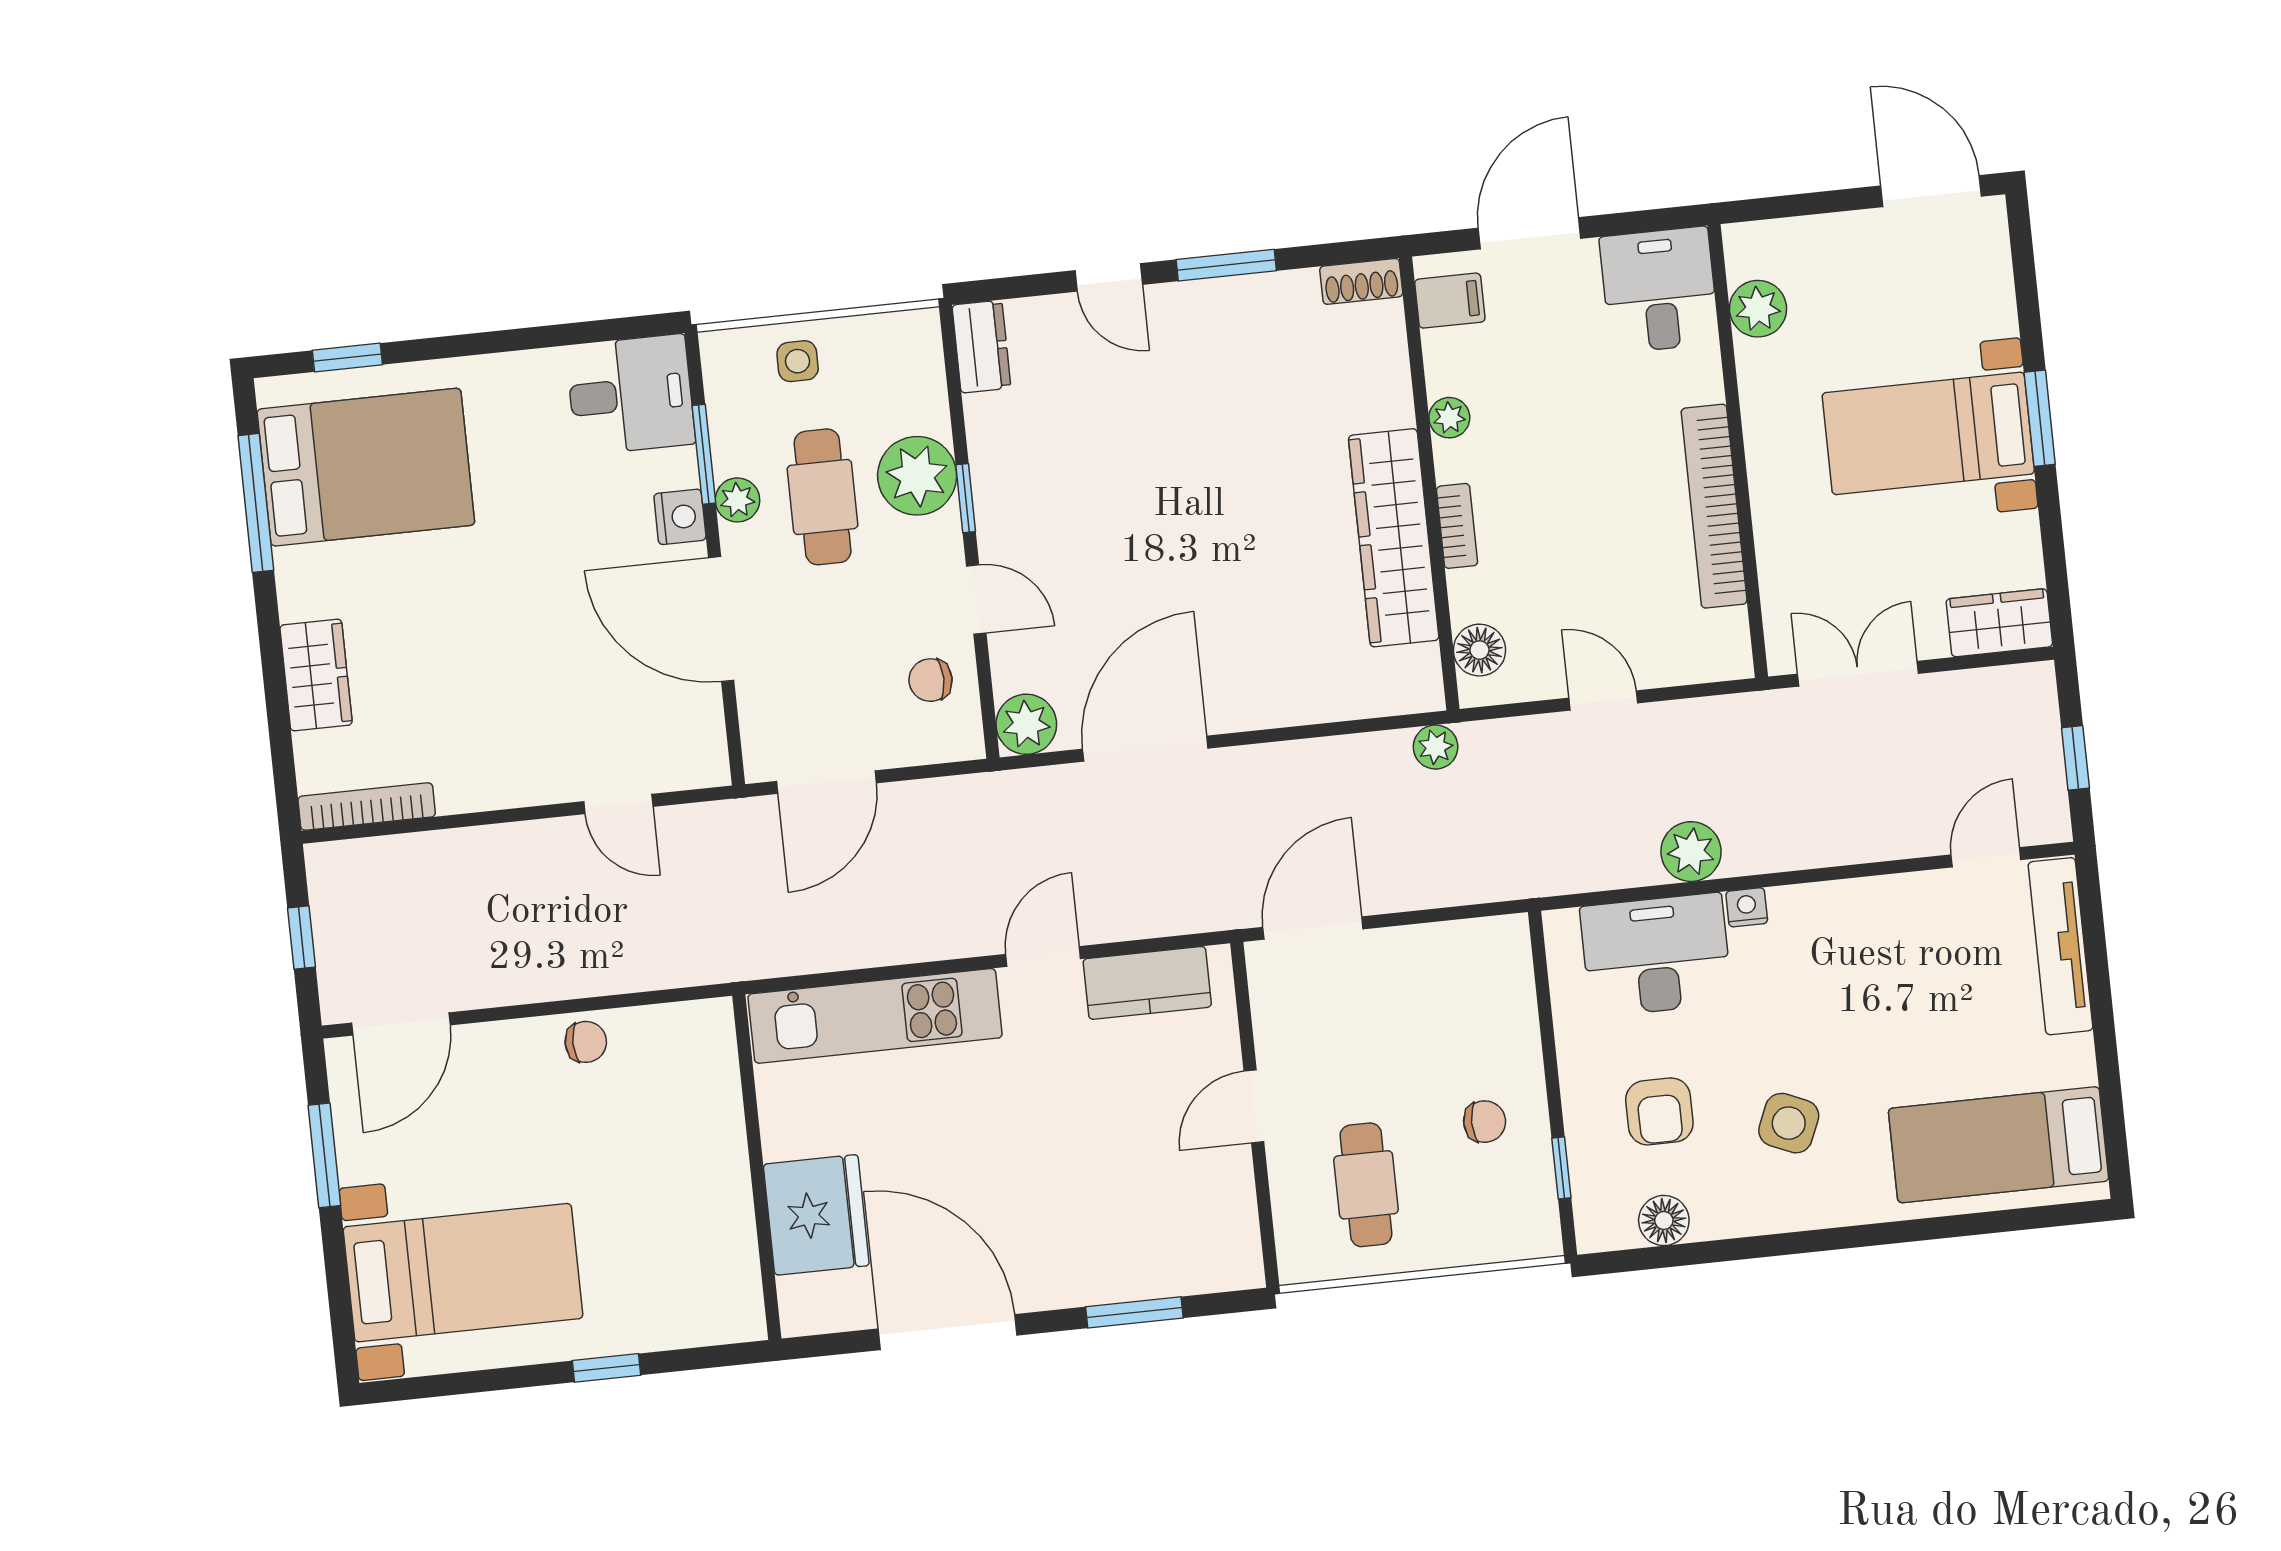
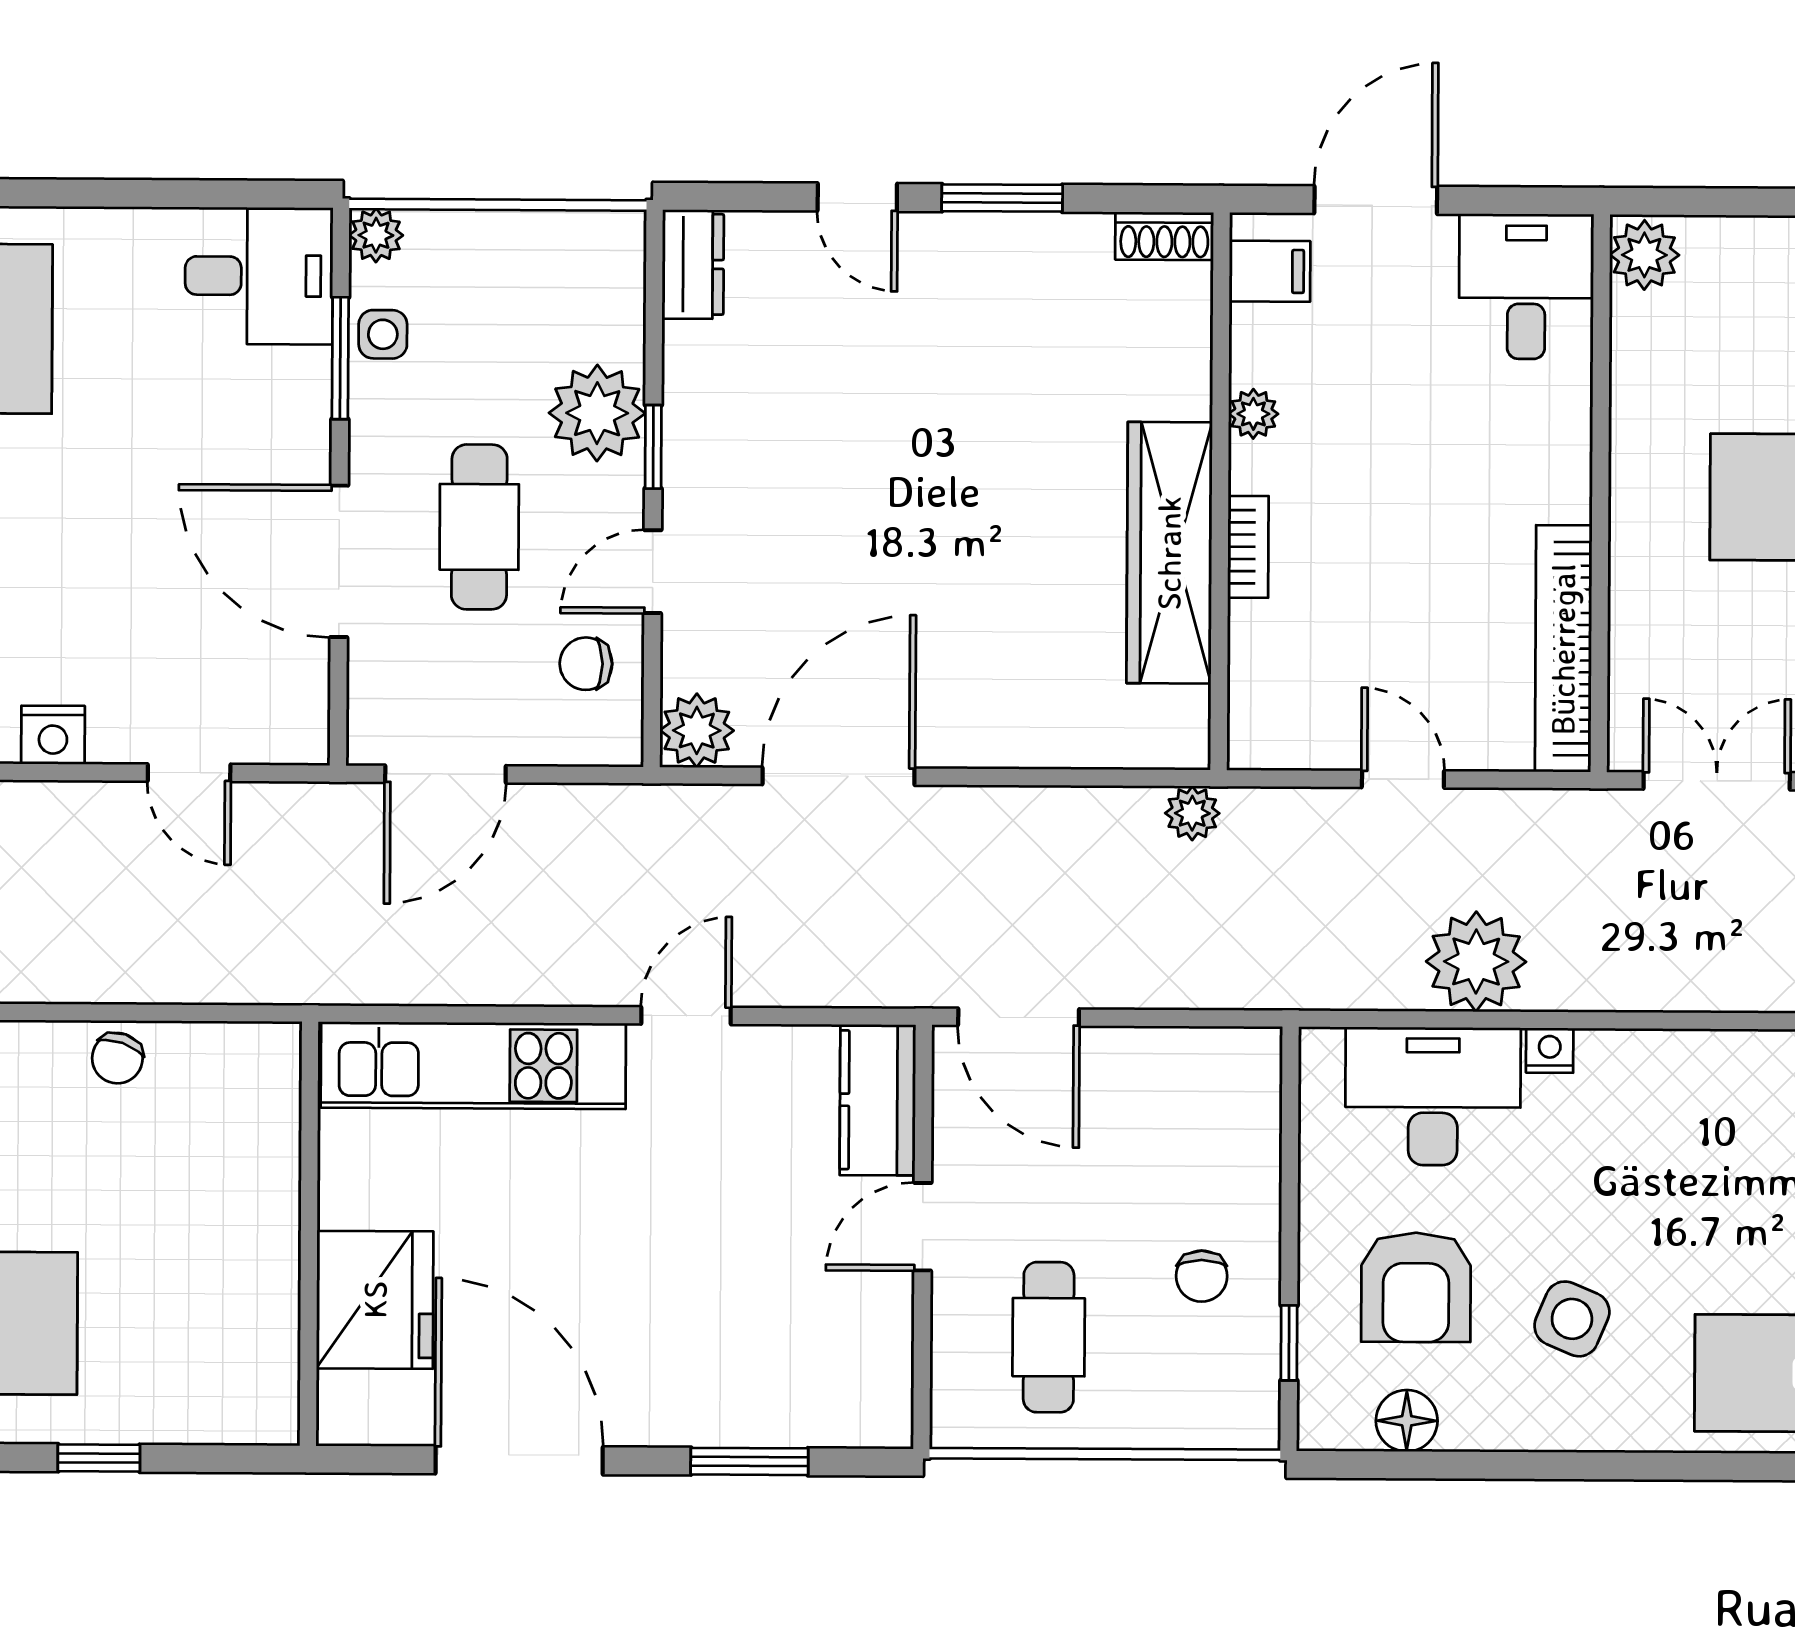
plant: (1758, 309) -> (1644, 255), moved
side table: (798, 361) -> (383, 334), moved
cafe table: (823, 497) -> (479, 527), moved
plant: (737, 500) -> (376, 235), moved
bookcase: (1714, 506) -> (1563, 649), moved
nightstand: (680, 517) -> (53, 735), moved, turned 90
door: (976, 599) -> (653, 572), swing flipped
floor lamp: (1479, 650) -> (1259, 701), removed
plant: (1691, 852) -> (1476, 962), width x1.36, depth x1.36
door: (1313, 928) -> (1019, 1017), swing flipped
kitchen counter: (1147, 983) -> (878, 1100), moved, turned 90
chair: (586, 1042) -> (117, 1058), turned 109
armchair: (1659, 1111) -> (1416, 1287), width x1.38, depth x1.38
chair: (1485, 1122) -> (1202, 1276), turned 90

